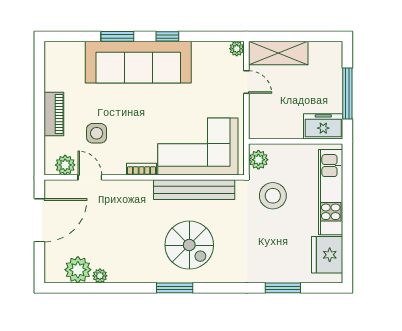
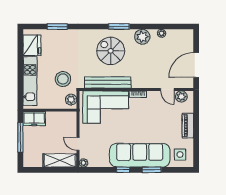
side table: (97, 133) -> (180, 155), moved
plant: (78, 270) -> (142, 37), moved

